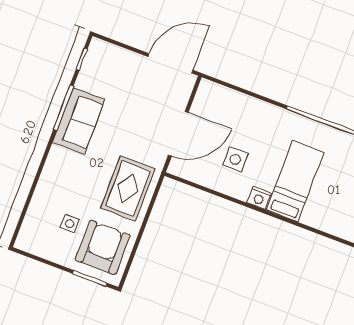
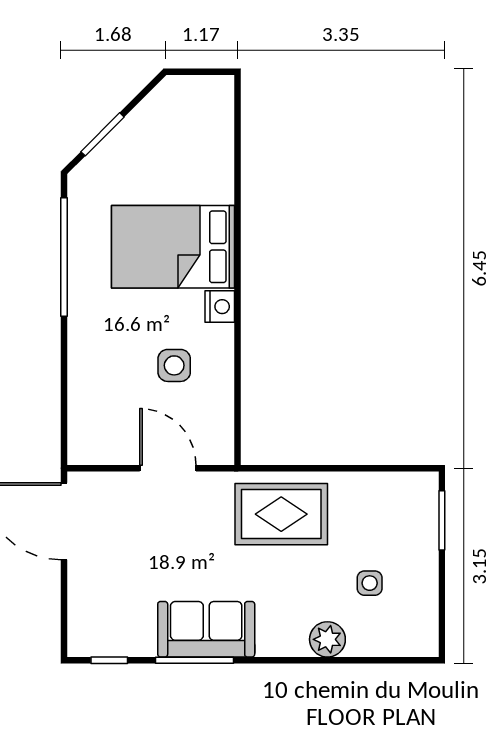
door: (178, 134) -> (168, 468), width x0.73
bed: (295, 181) -> (173, 247), width x1.50
plant: (47, 188) -> (327, 639), added
armchair: (103, 247) -> (387, 518), removed

